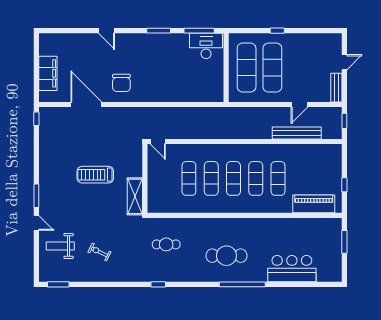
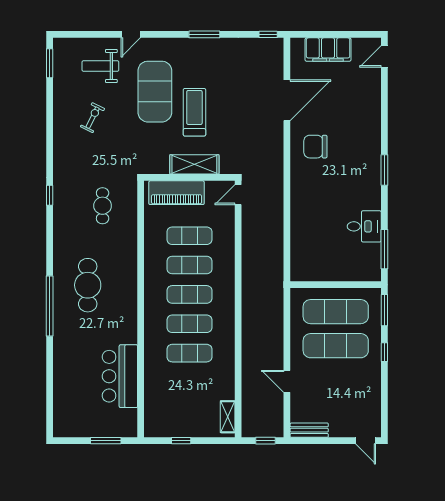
door: (106, 31) -> (384, 56), moved
window: (159, 31) -> (384, 170), moved
window: (245, 31) -> (384, 310), added
desk: (206, 46) -> (364, 226), moved, width x0.73
door: (344, 62) -> (366, 441), moved
bench: (297, 133) -> (249, 378), removed
shelving: (326, 149) -> (228, 417), added
window: (36, 196) -> (204, 34), moved
shelving: (135, 196) -> (194, 164), moved
piano: (314, 204) -> (177, 193), moved, turned 90
exercise mat: (80, 205) -> (155, 92), added
weight bench: (60, 246) -> (100, 66), turned -90
bar counter: (292, 269) -> (120, 376), moved, turned 180

